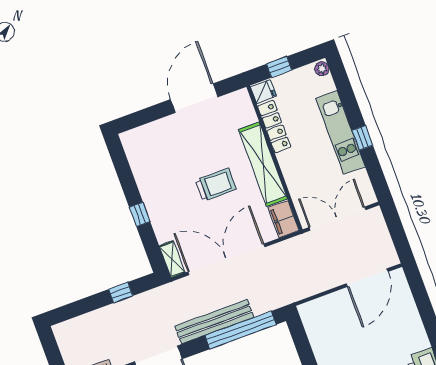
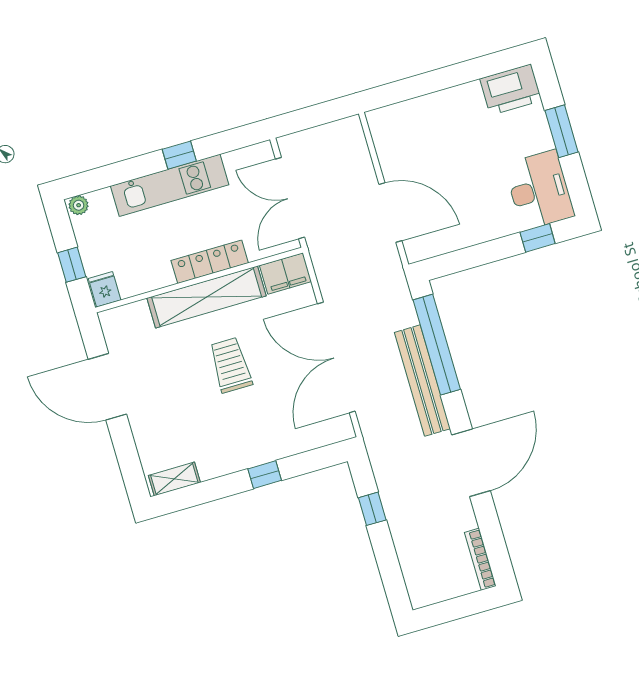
locker: (274, 126) -> (210, 262), moved
shelving: (172, 259) -> (174, 479), moved
door: (367, 278) -> (390, 213), moved

